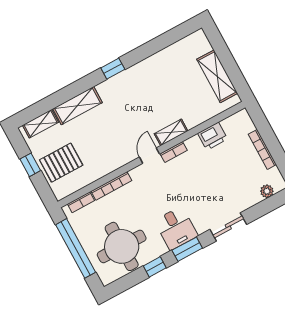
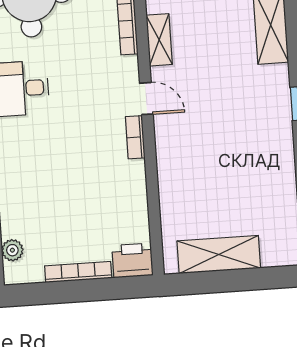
shelving: (171, 132) -> (159, 40), moved
printer: (213, 136) -> (132, 261), moved, turned 90

